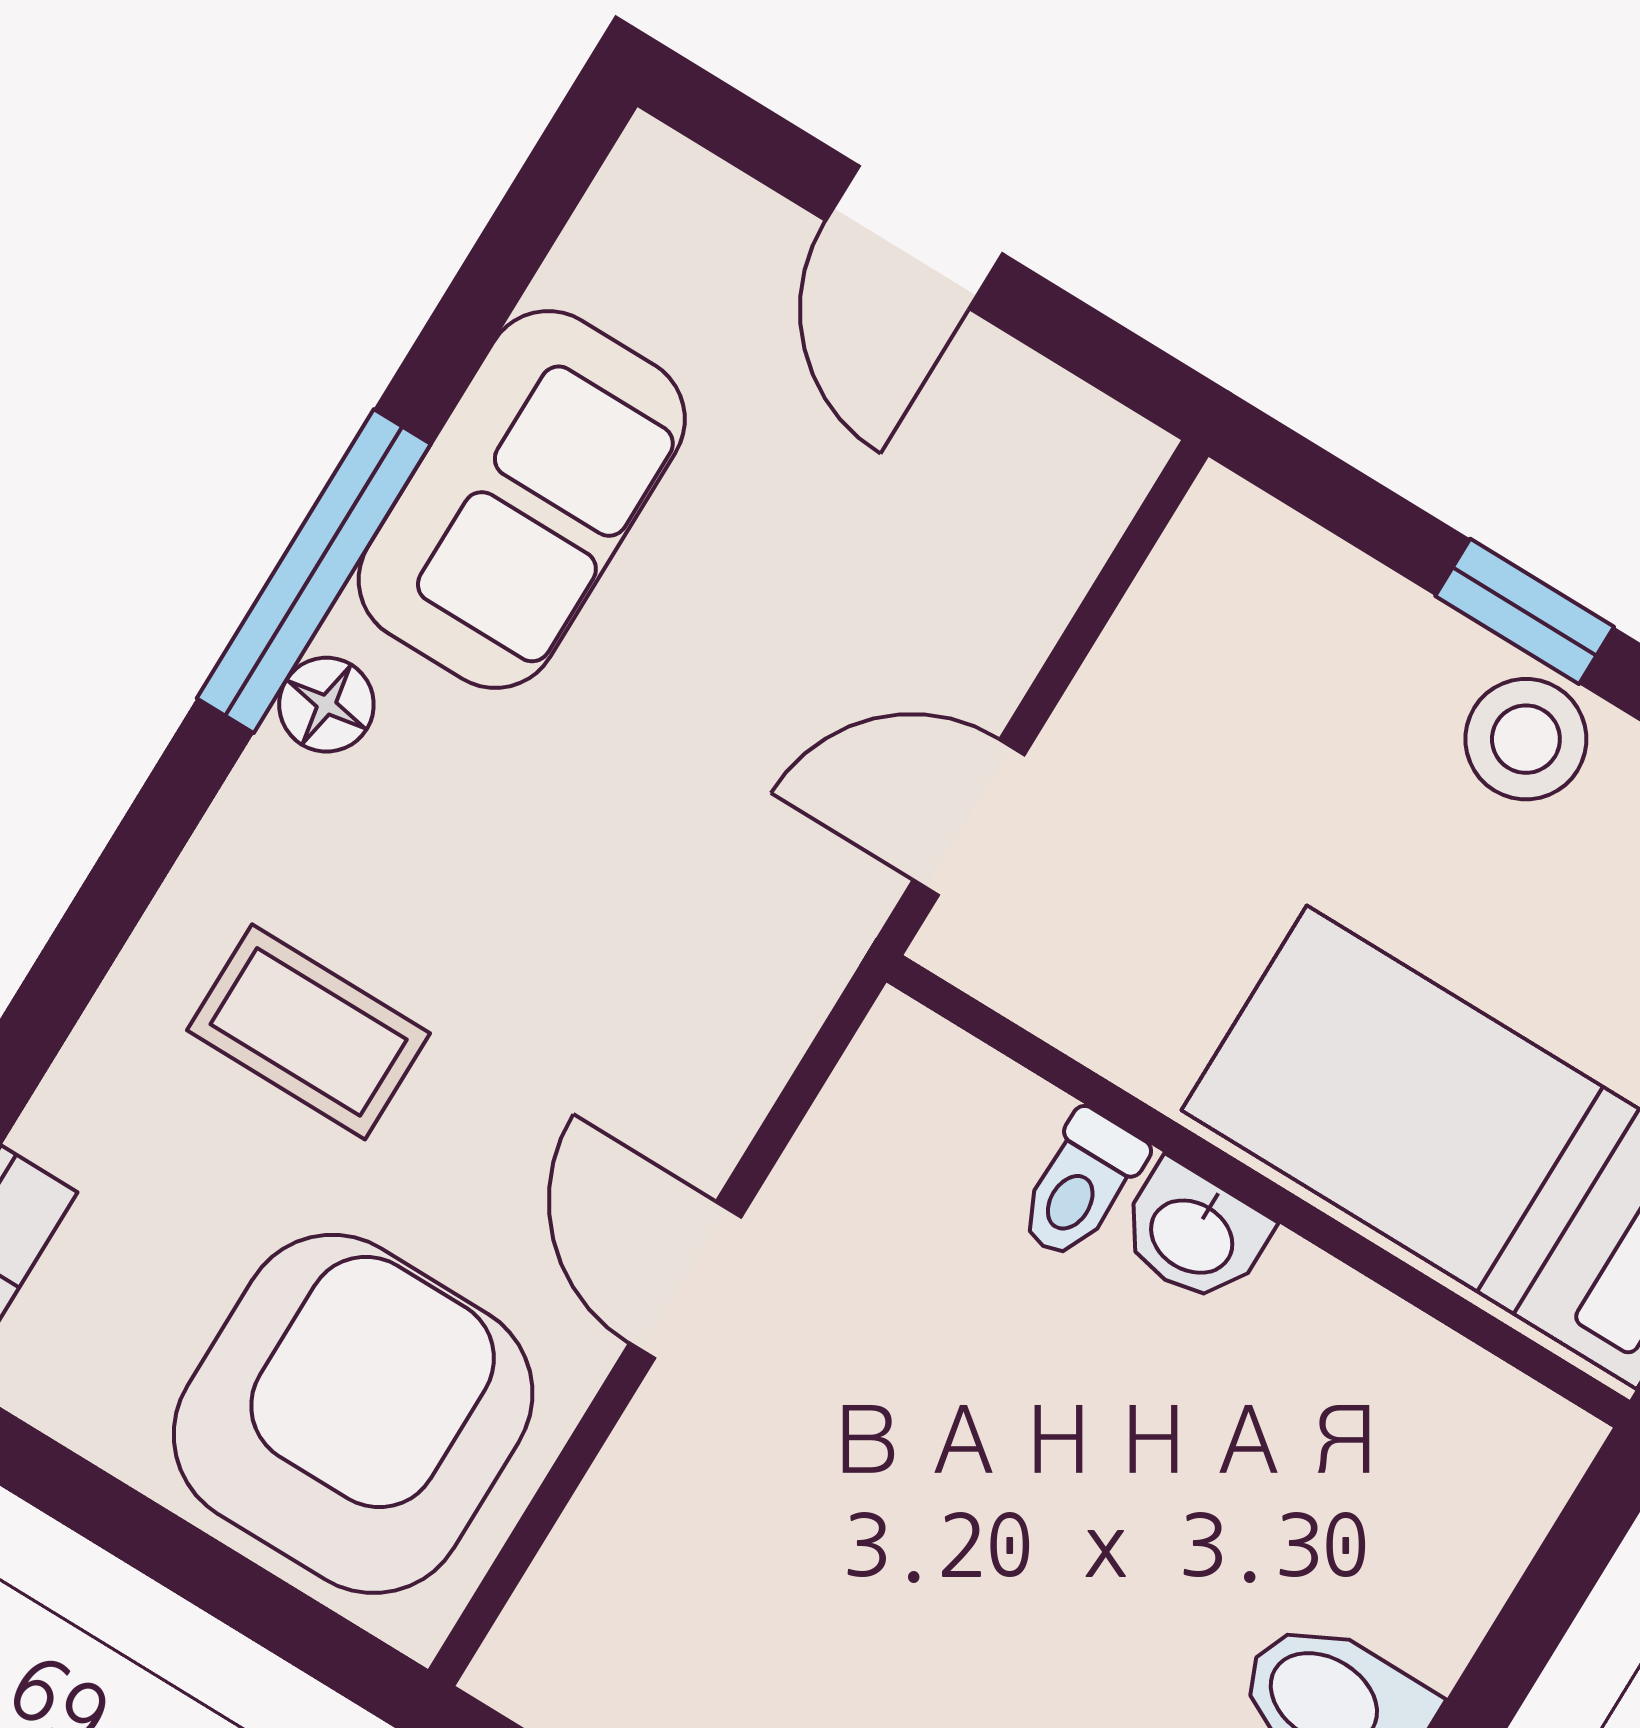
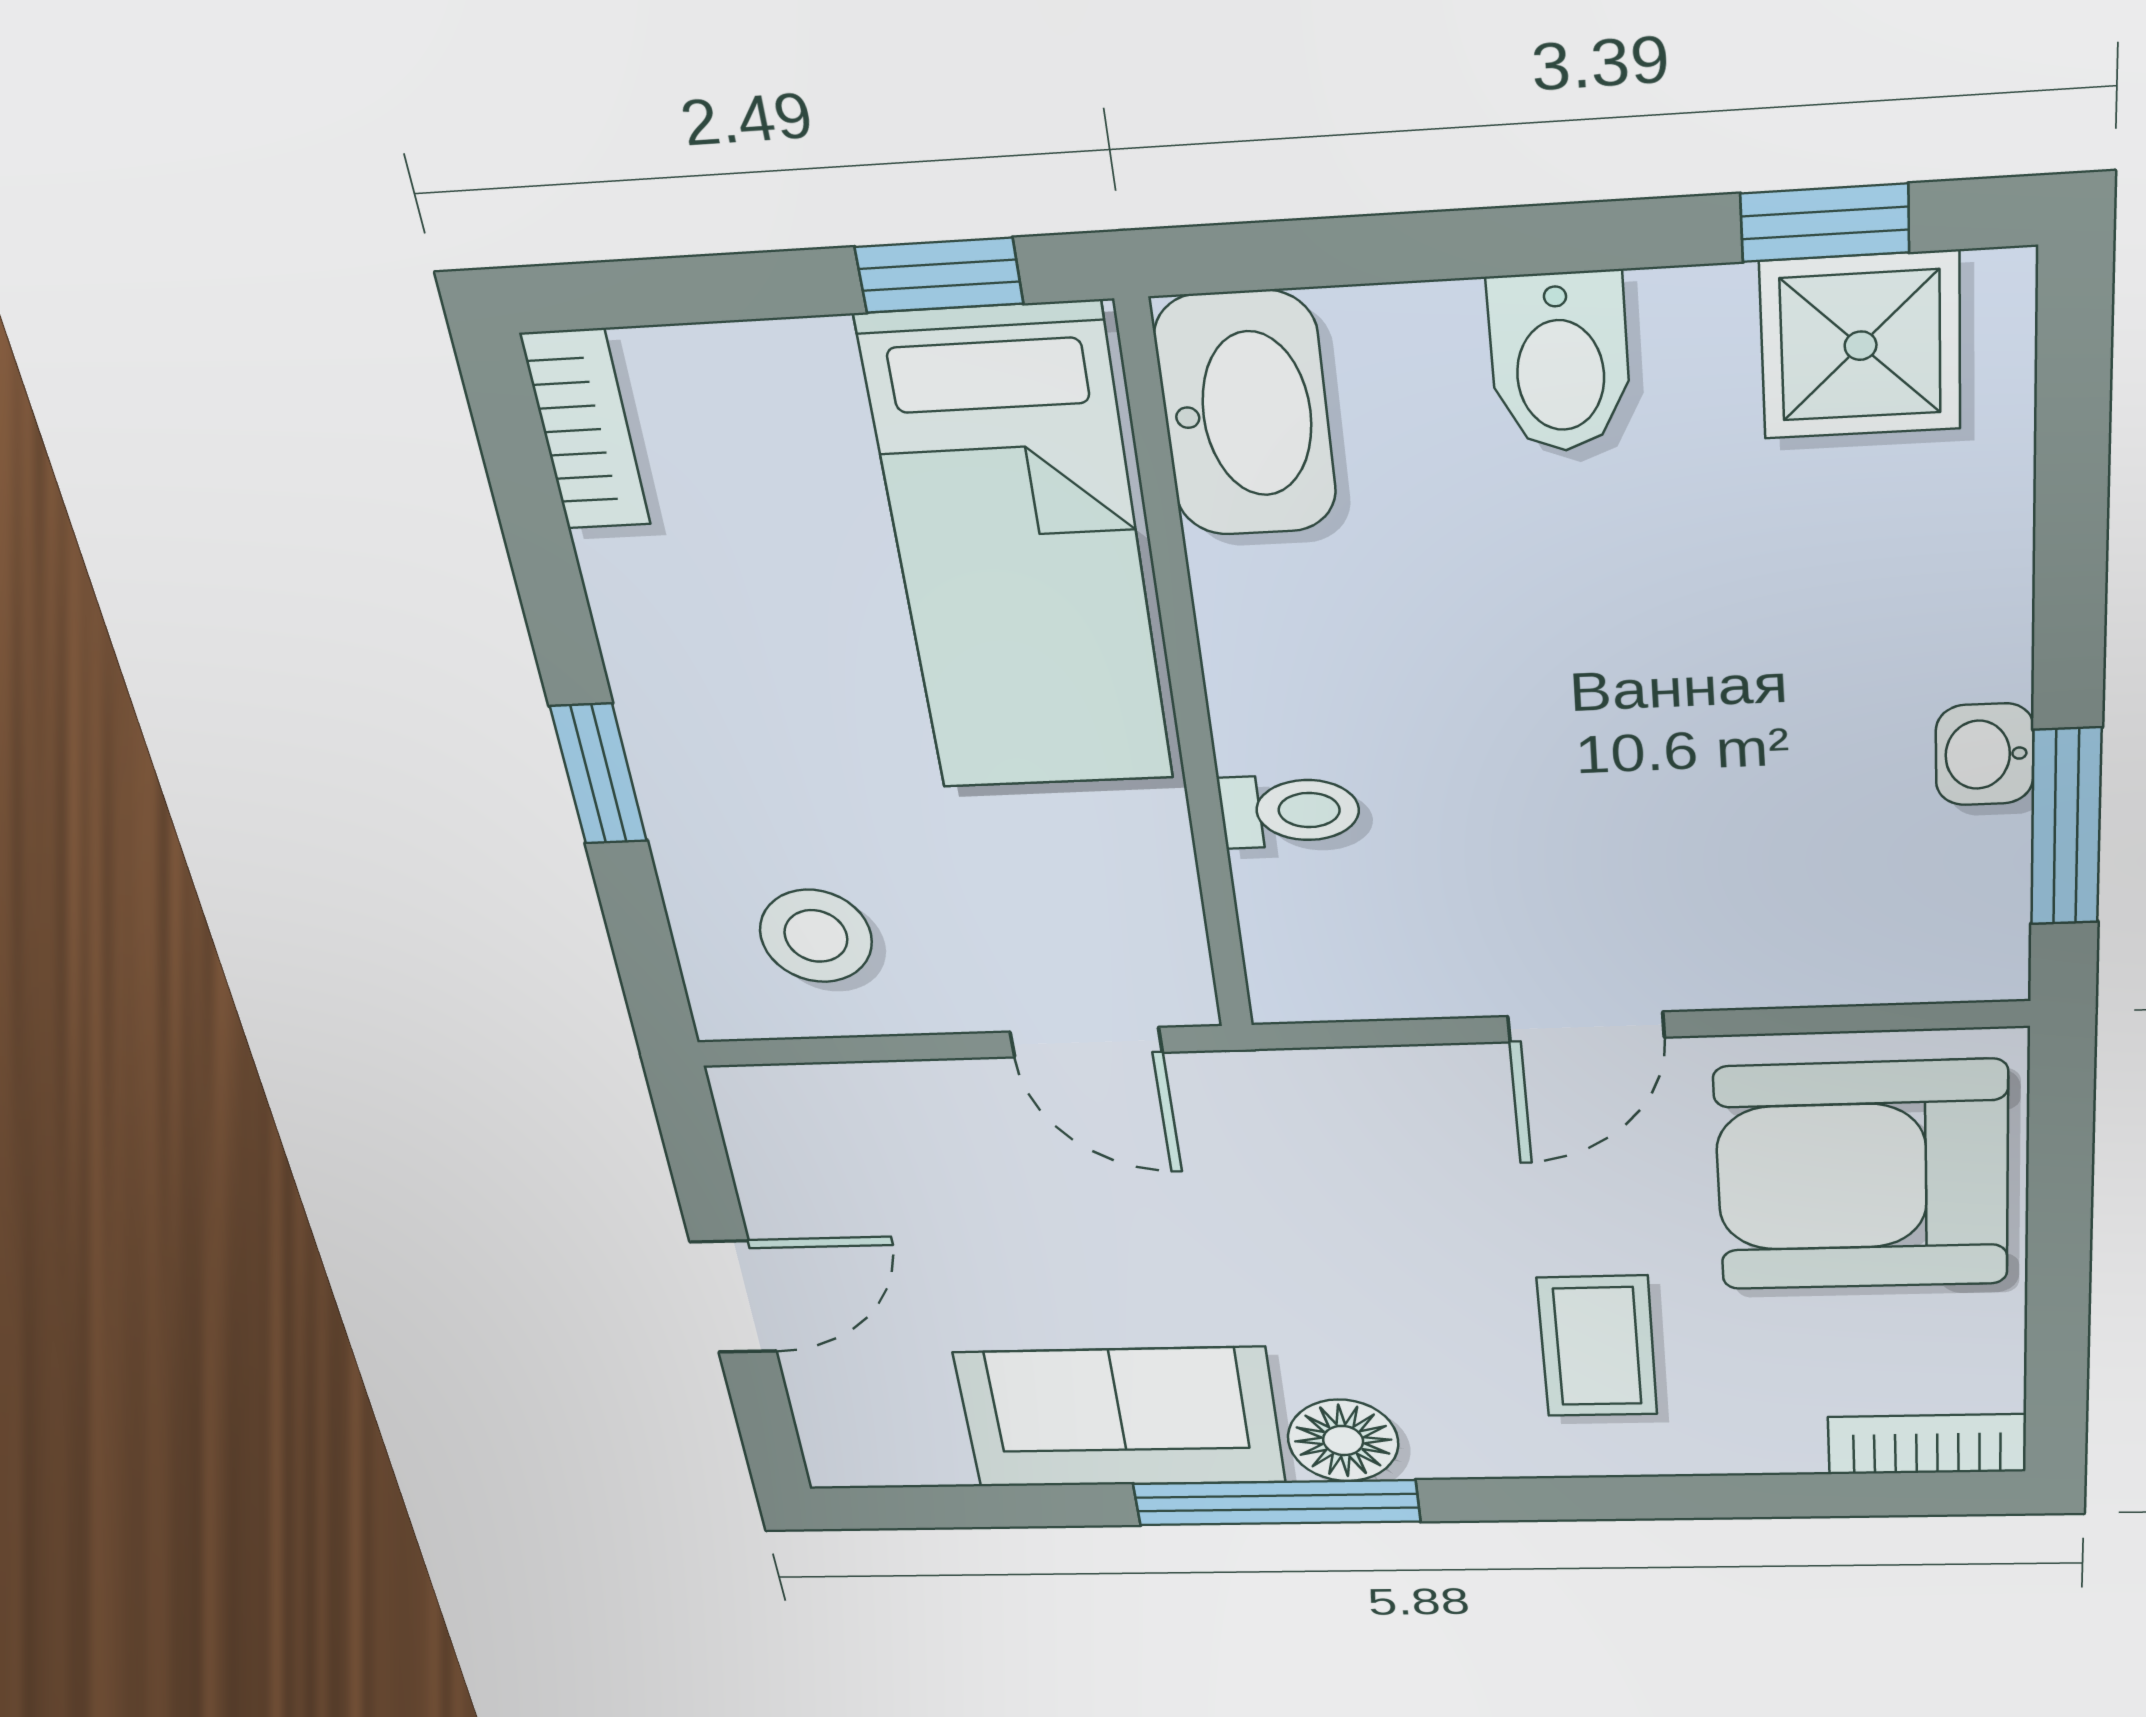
floor lamp: (326, 705) -> (1343, 1441), width x1.37, depth x1.37
stool: (1526, 739) -> (816, 936), moved
washbasin: (1193, 1234) -> (1246, 415), moved, width x1.91, depth x1.45

